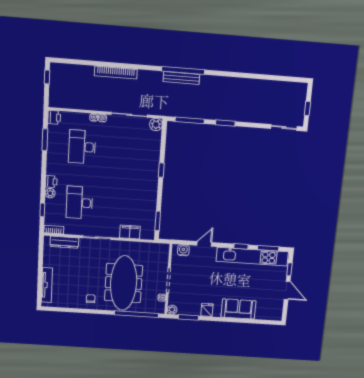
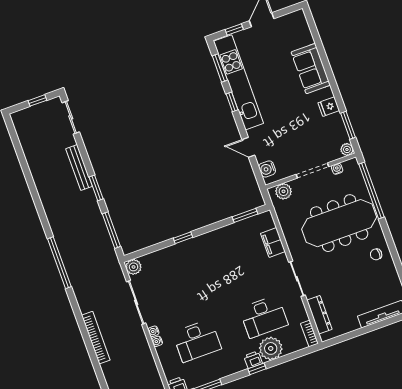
bench: (181, 78) -> (79, 167), moved
plant: (50, 193) -> (271, 348), width x1.87, depth x1.87
window: (42, 210) -> (257, 369), moved
plant: (163, 255) -> (284, 191), added

